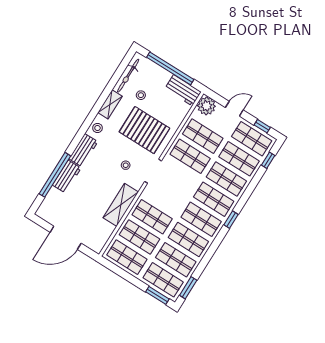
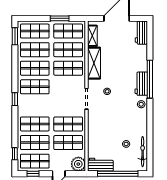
shelving: (110, 104) -> (92, 36), moved
pallet: (144, 130) -> (109, 122), removed
window: (55, 175) -> (150, 79), moved
workbench: (67, 177) -> (141, 33), moved
shop shelf: (214, 199) -> (35, 105), removed
window: (157, 295) -> (60, 18), moved

